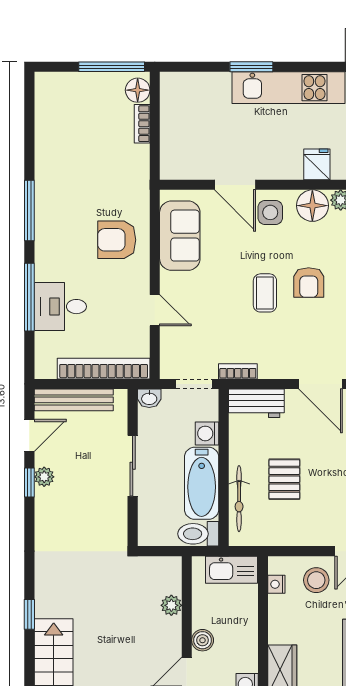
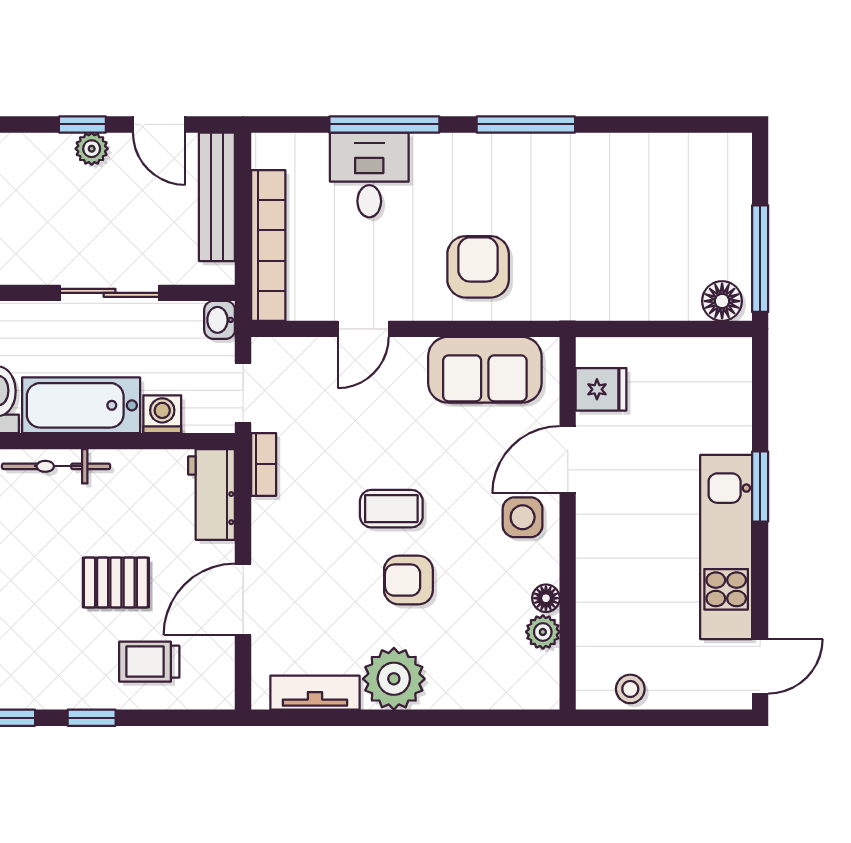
bookcase: (142, 124) -> (667, 308), removed
fridge: (317, 164) -> (601, 389), moved
floor lamp: (312, 206) -> (546, 598), width x0.53, depth x0.53
pallet: (284, 479) -> (116, 582), moved

